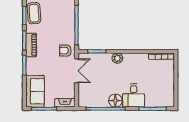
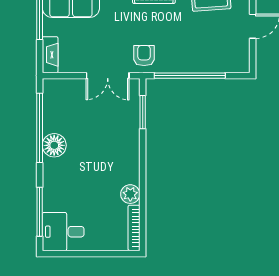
plant: (117, 58) -> (130, 194), moved
desk: (134, 96) -> (63, 232), moved

